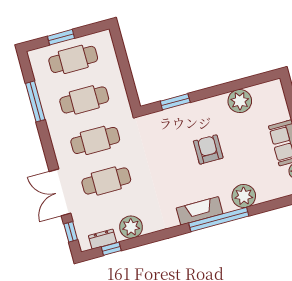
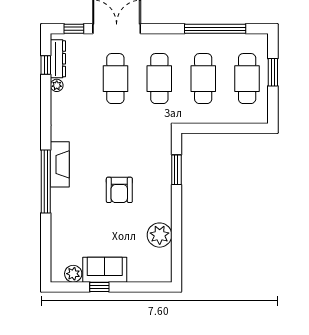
window: (35, 101) -> (215, 29), width x1.46
armchair: (208, 149) -> (119, 190), turned 90
plant: (244, 196) -> (63, 213), removed
plant: (131, 227) -> (57, 85), width x0.53, depth x0.53
dresser: (102, 239) -> (58, 59), width x1.44

